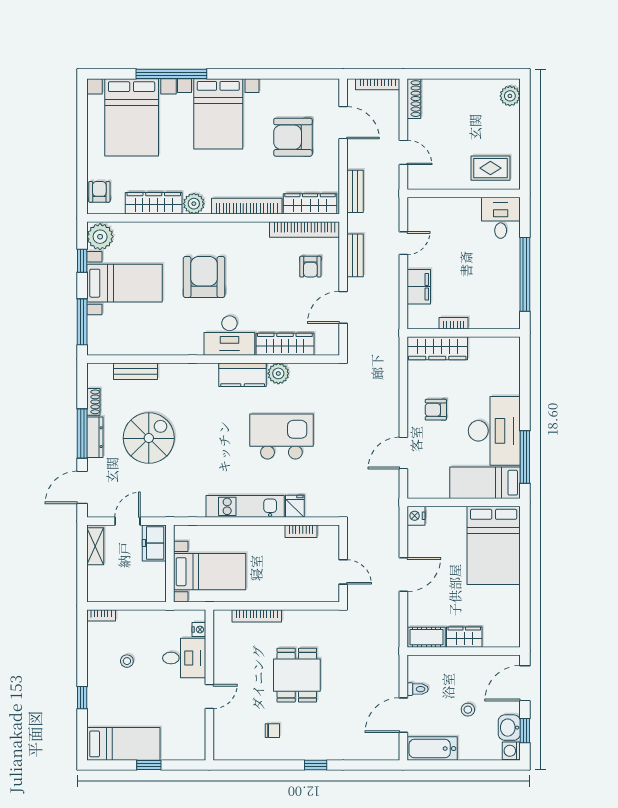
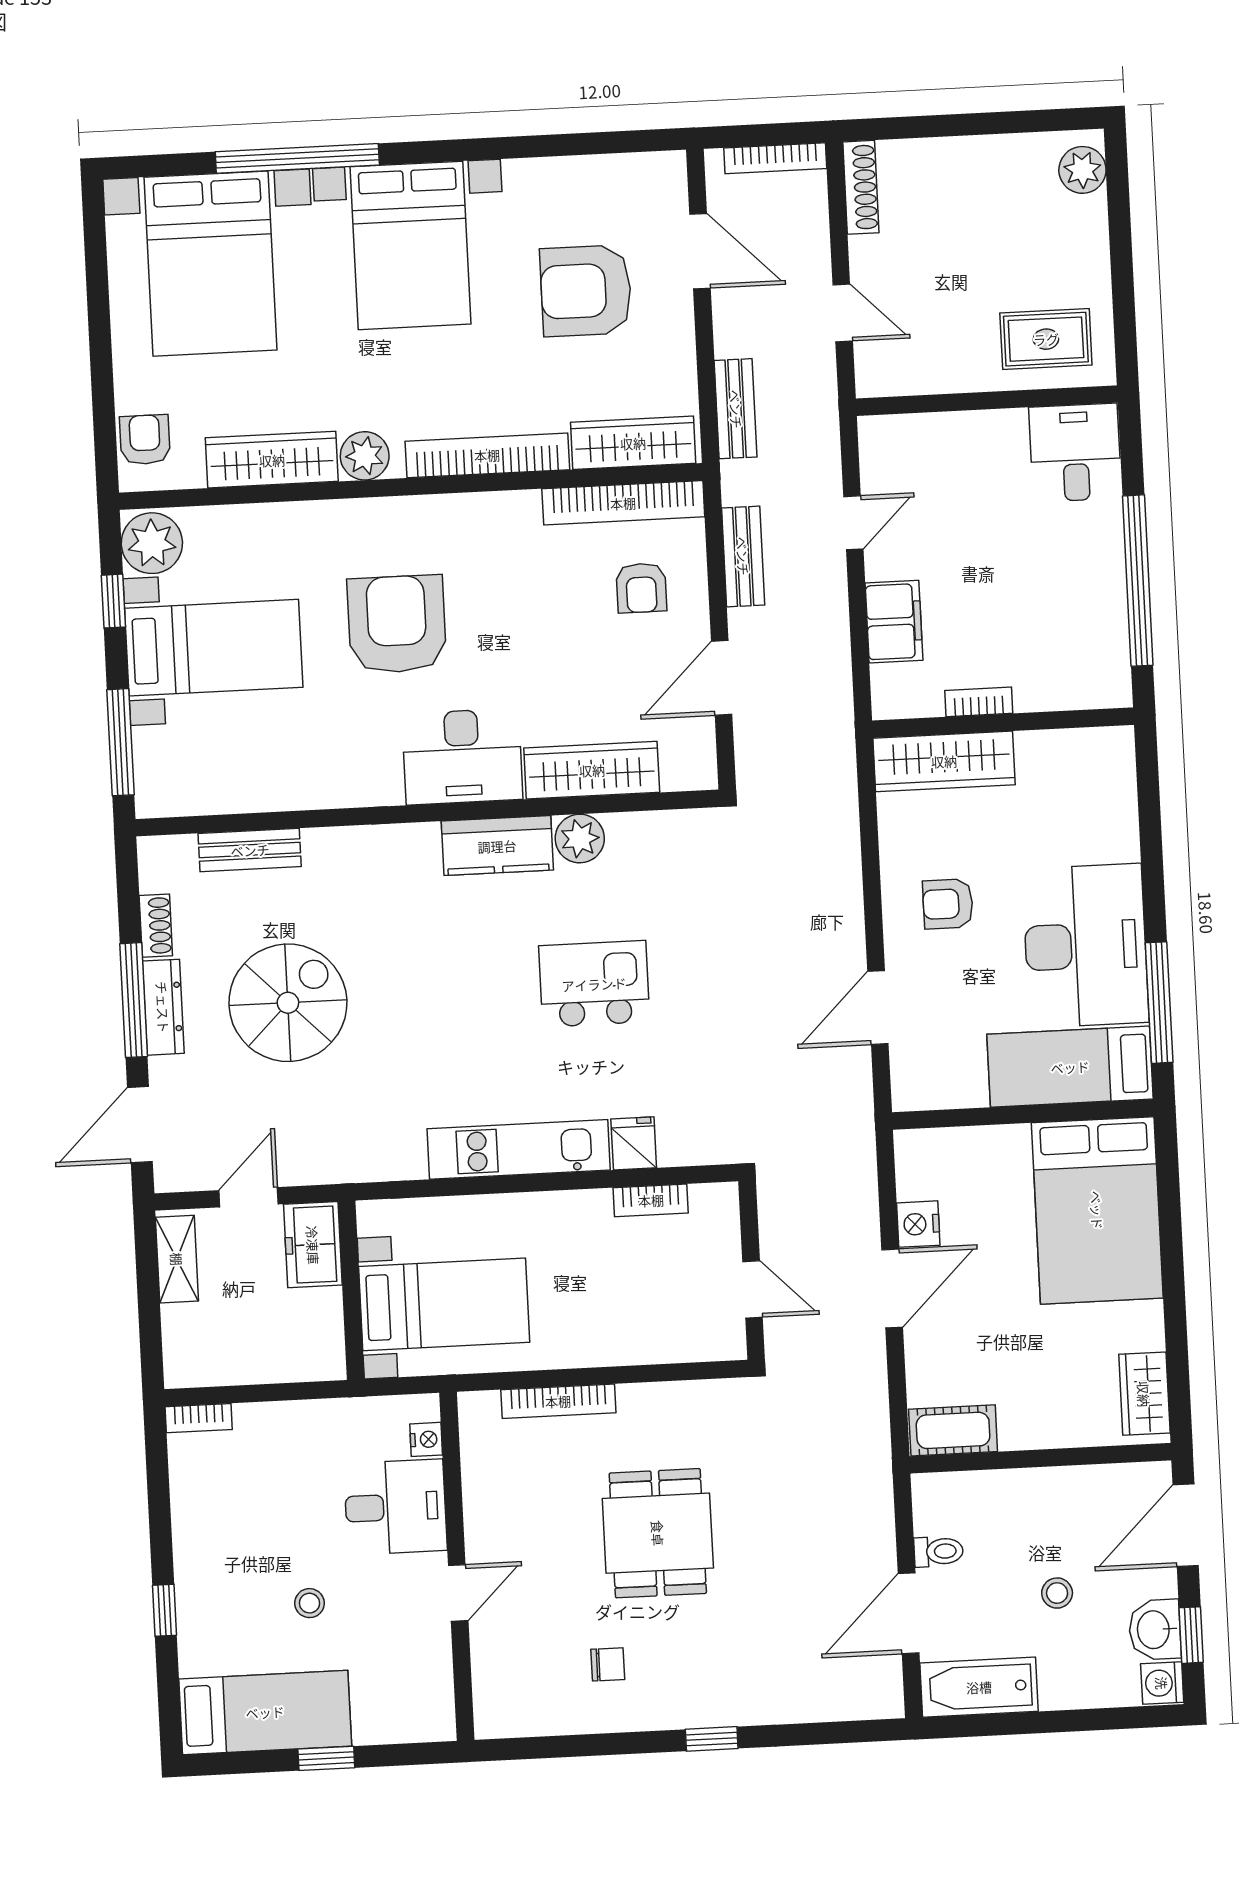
kitchen island: (281, 437) -> (594, 984), width x0.73, depth x0.78
nightstand: (416, 516) -> (918, 1224), moved
wardrobe: (464, 637) -> (1144, 1394), moved, turned -90
stool: (127, 661) -> (310, 1603), moved

